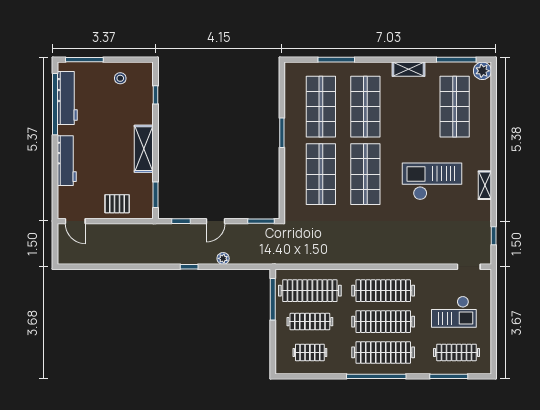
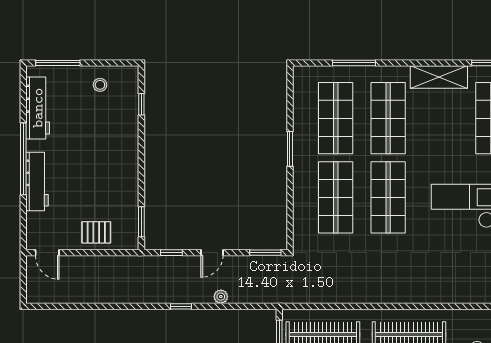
shelving: (409, 69) -> (439, 77), width x1.50, depth x1.33
window: (55, 104) -> (23, 159), moved
shelving: (144, 149) -> (128, 168), removed

